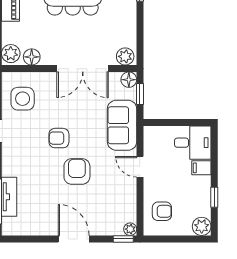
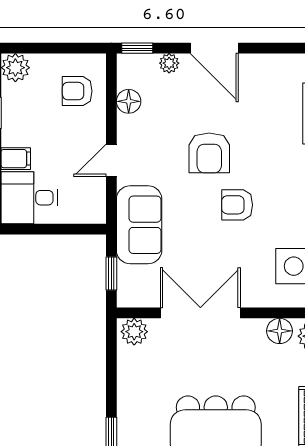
floor lamp: (129, 80) -> (129, 101), moved
armchair: (59, 138) -> (237, 205), turned 180
door: (140, 167) -> (111, 160), swing flipped
plant: (130, 229) -> (169, 63), moved

